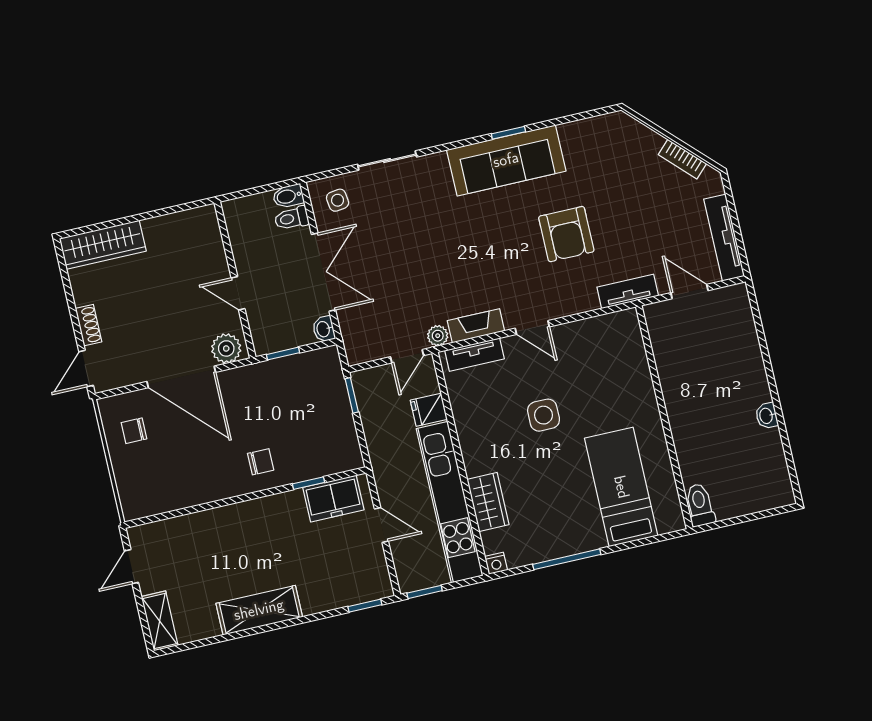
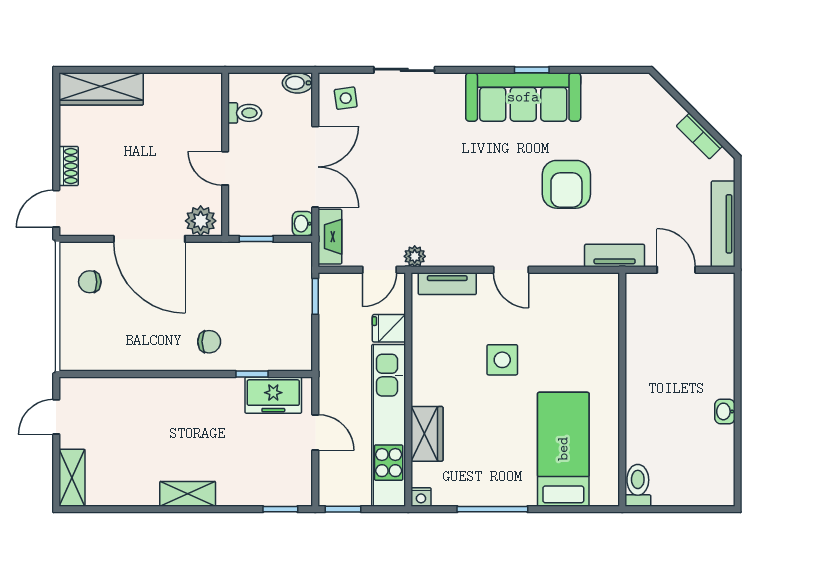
toilet: (292, 218) -> (245, 113), moved, turned 180
fireplace: (476, 326) -> (330, 237), moved, turned 90
shelving: (259, 610) -> (188, 494), width x0.67, depth x0.75

